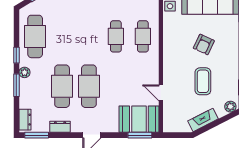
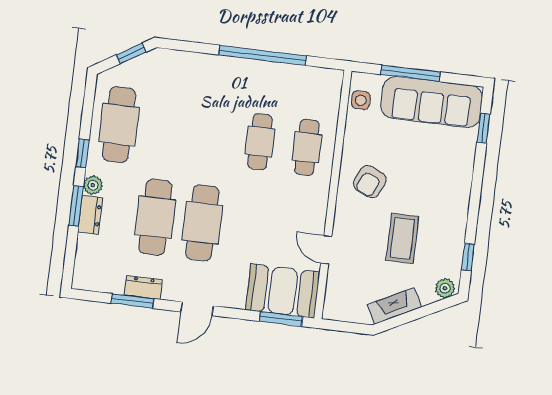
armchair: (204, 44) -> (370, 182), moved
dresser: (25, 120) -> (90, 215), moved
window: (37, 135) -> (132, 301), moved

